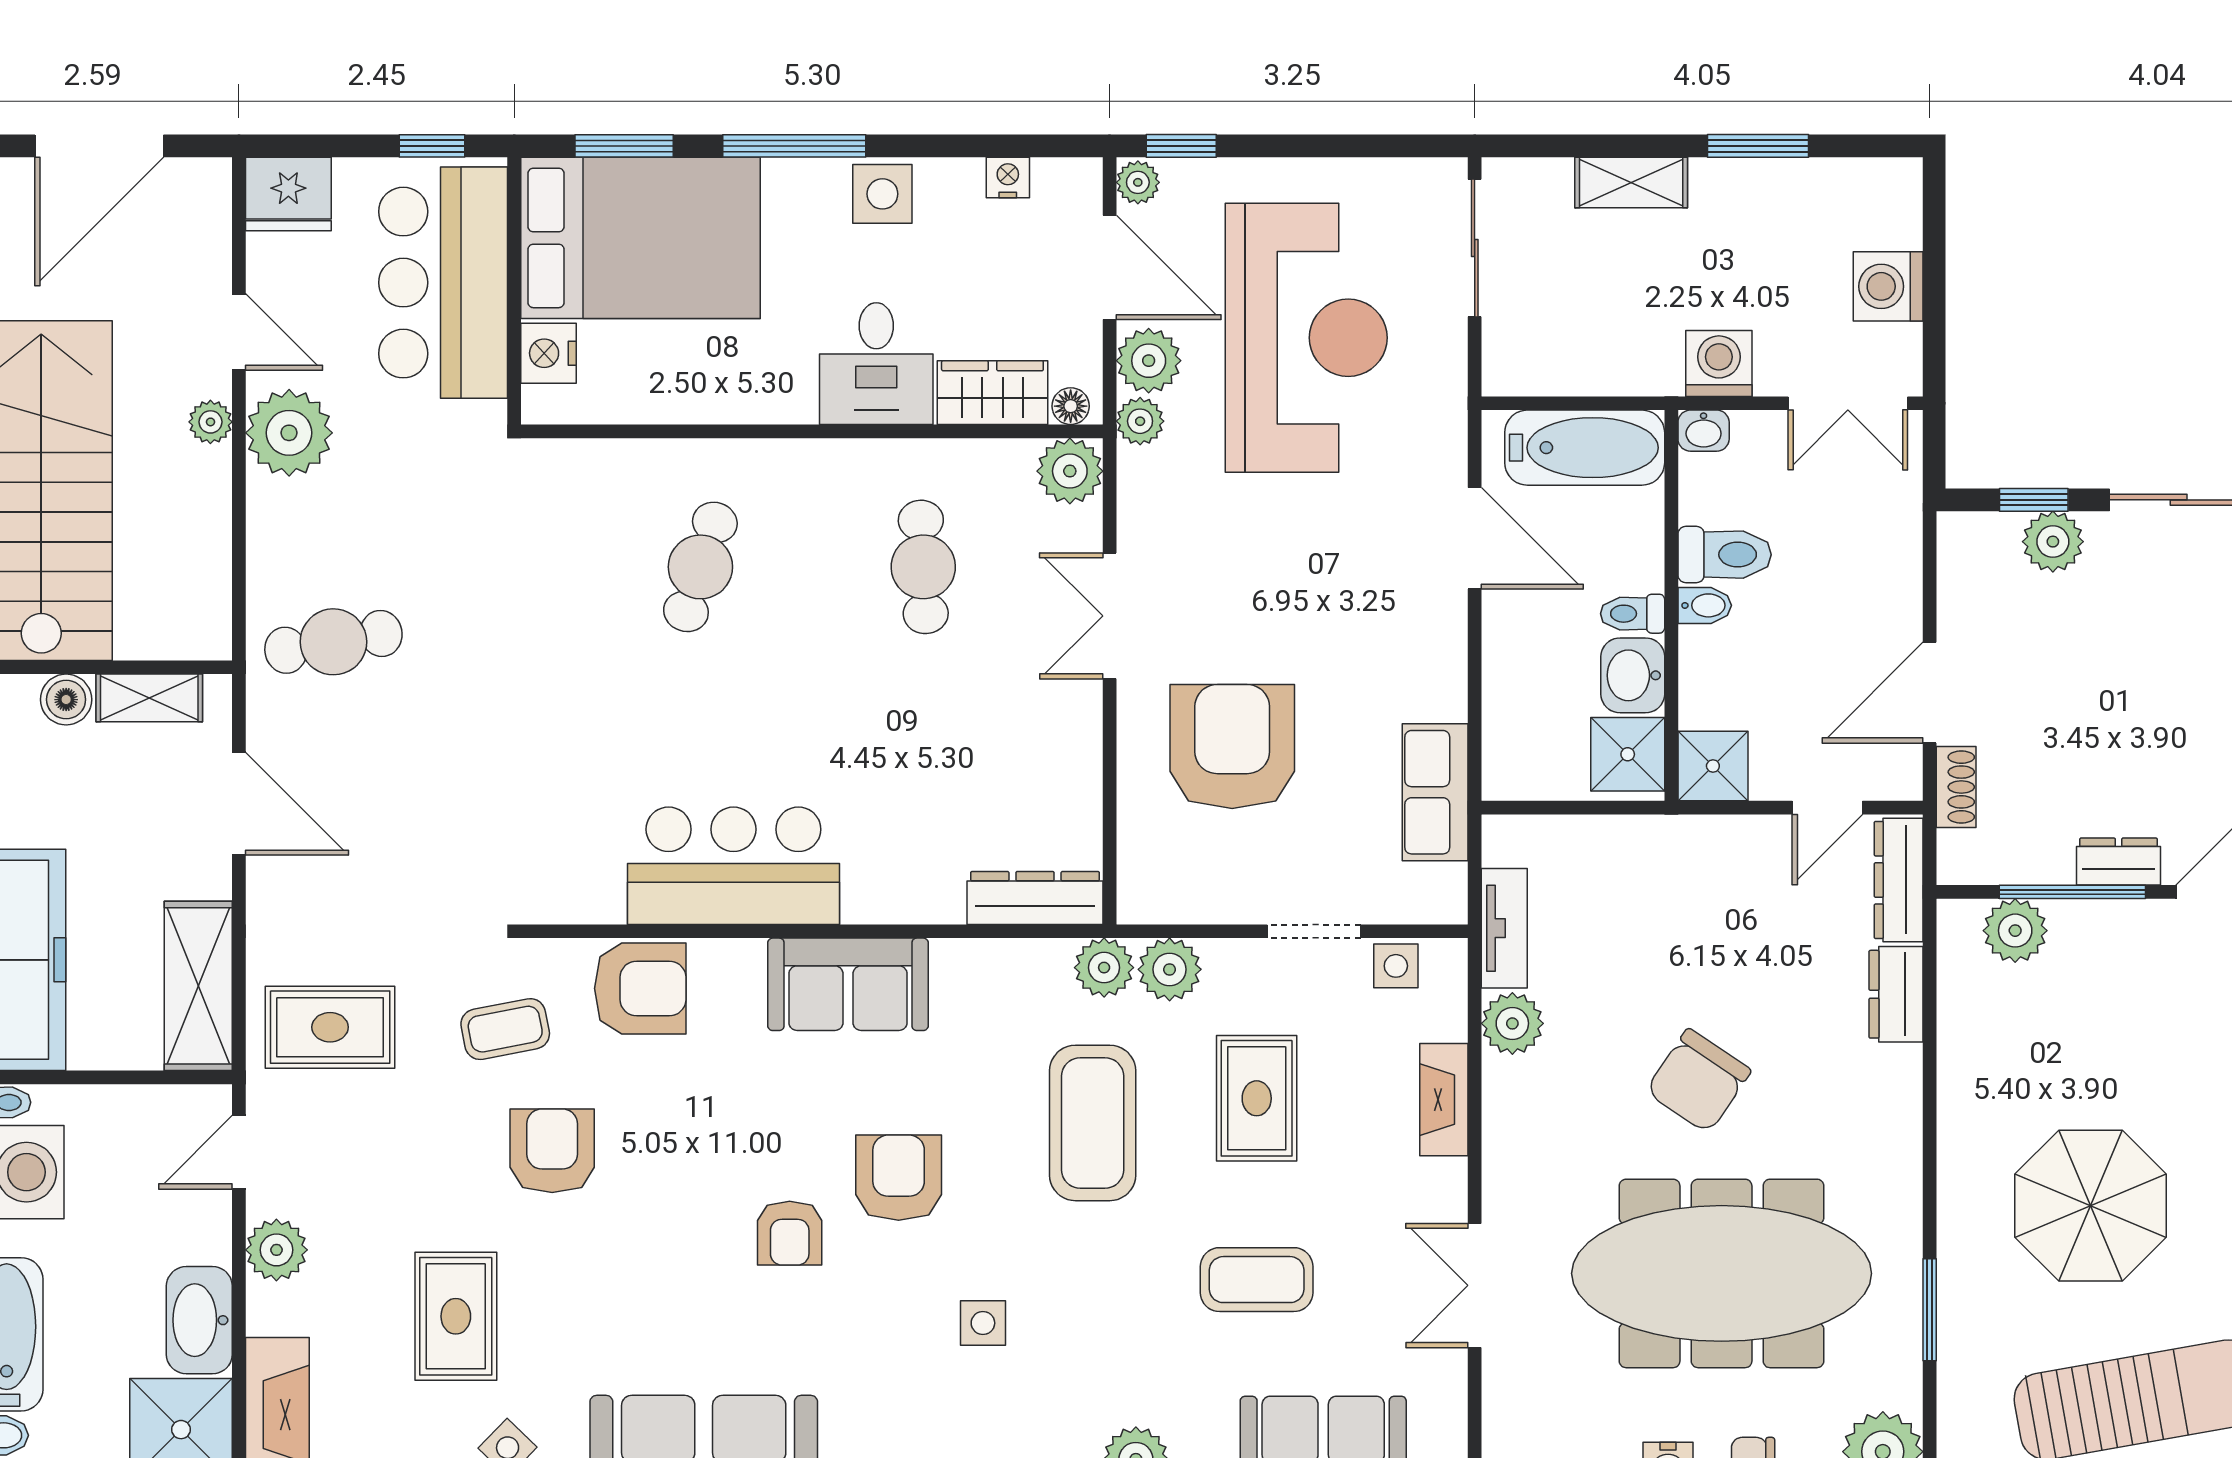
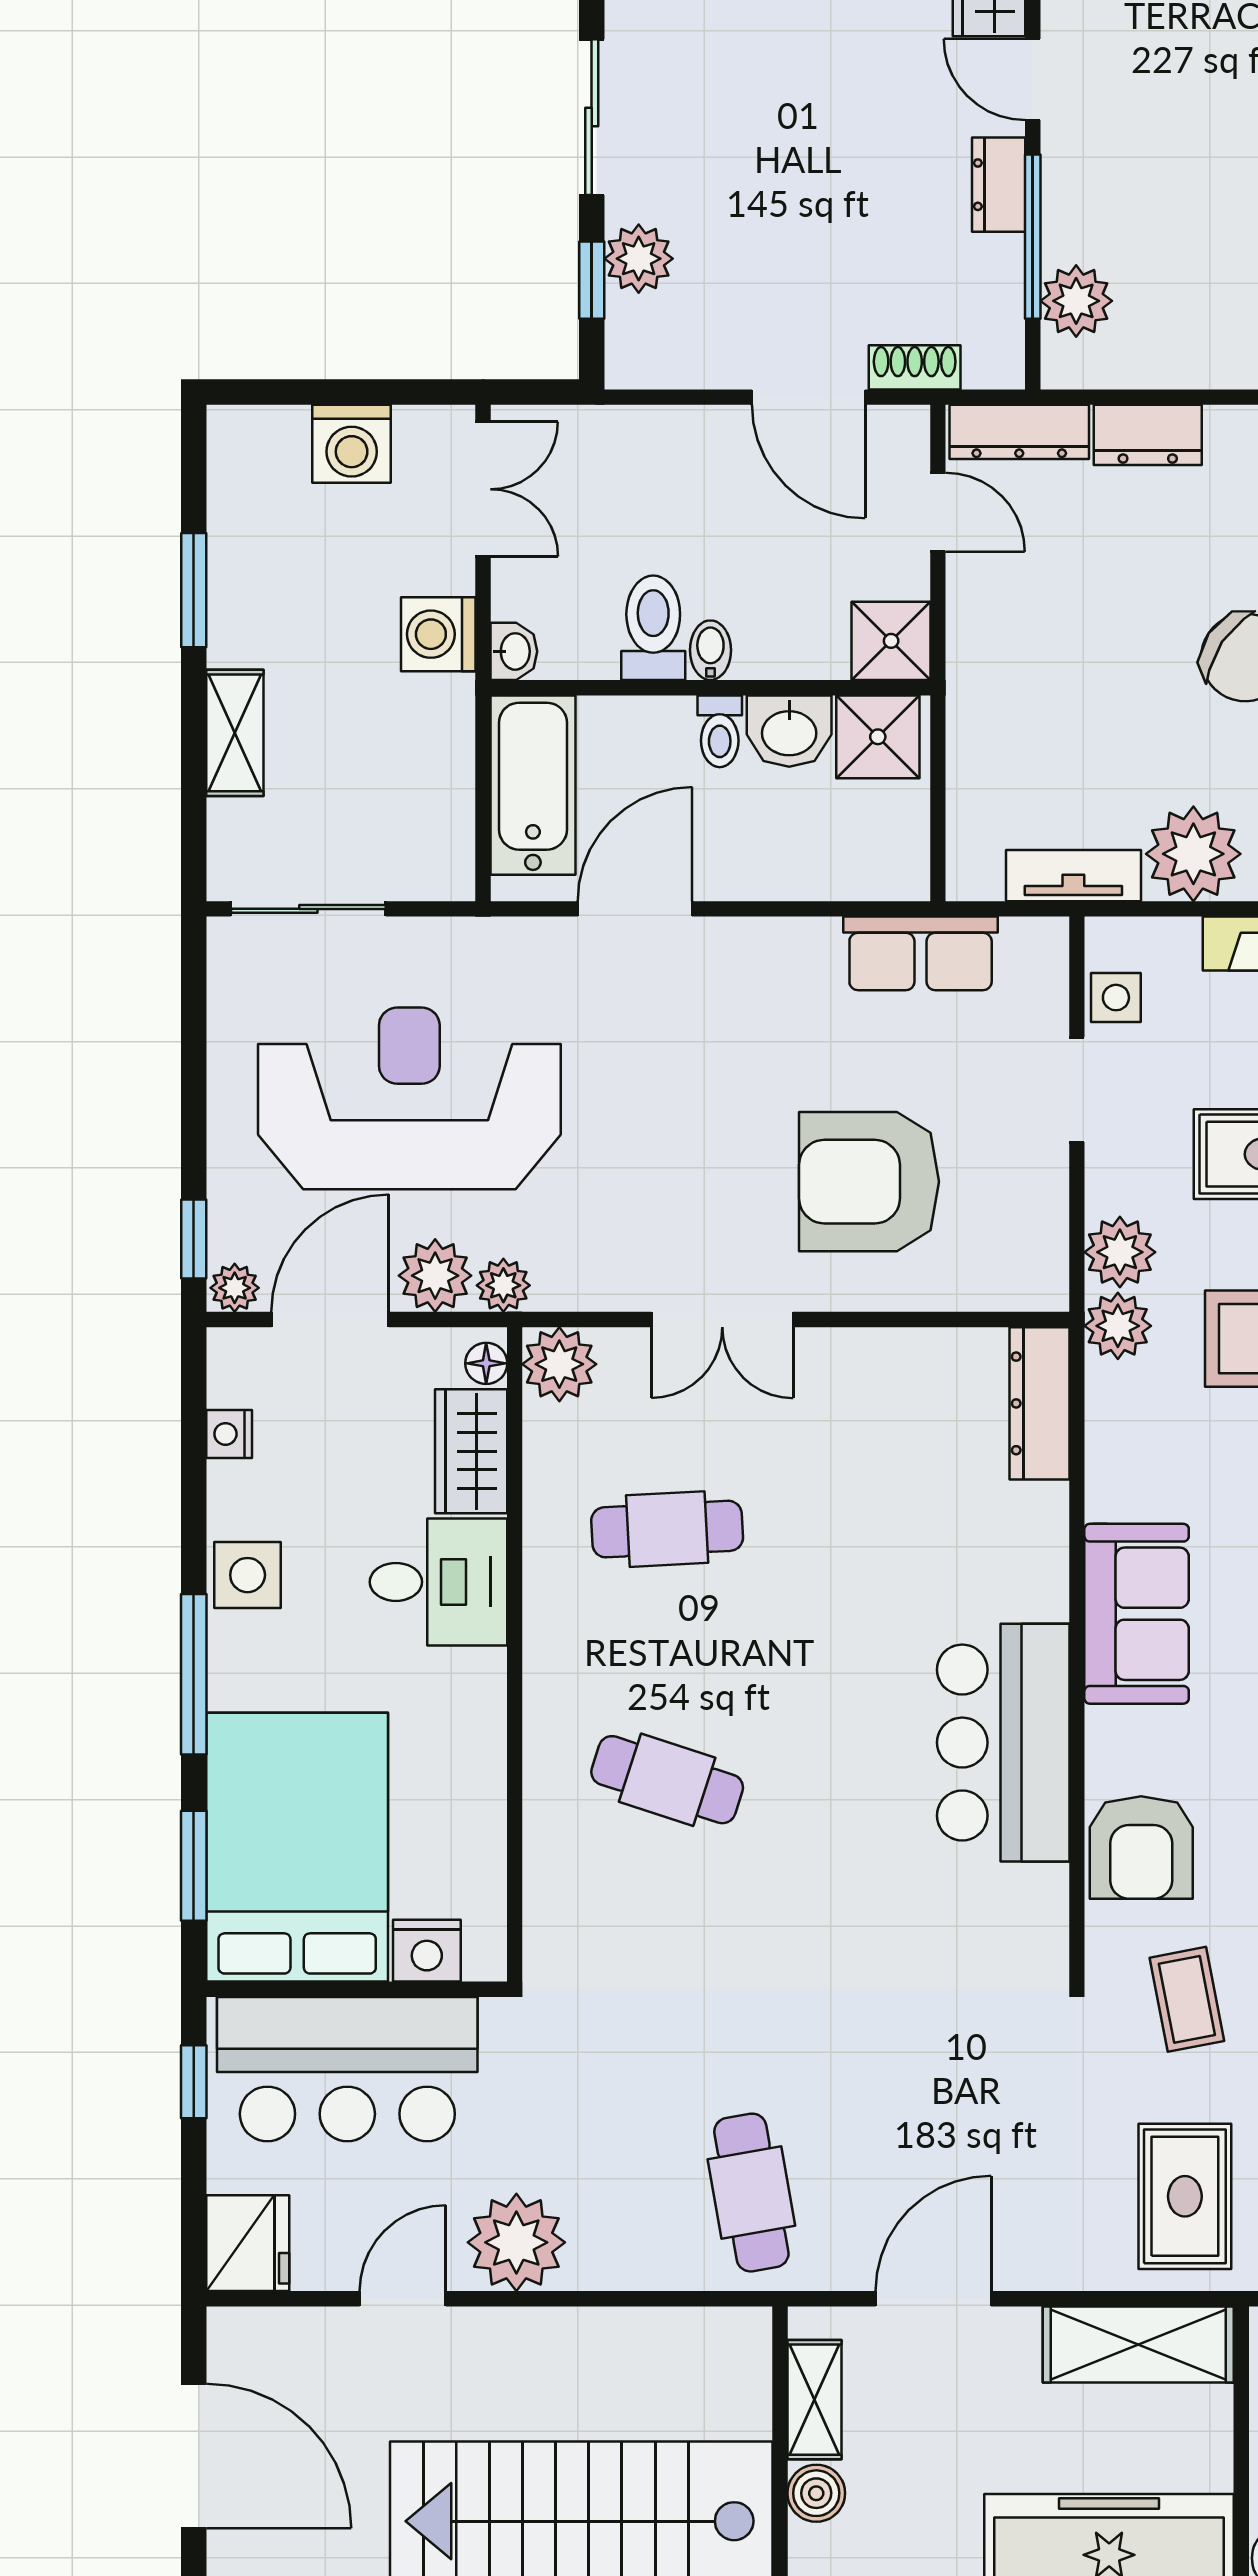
plant: (210, 422) -> (504, 2331), removed
armchair: (640, 988) -> (1141, 1847), turned 180
plant: (1512, 1023) -> (1193, 854), width x1.36, depth x1.36

